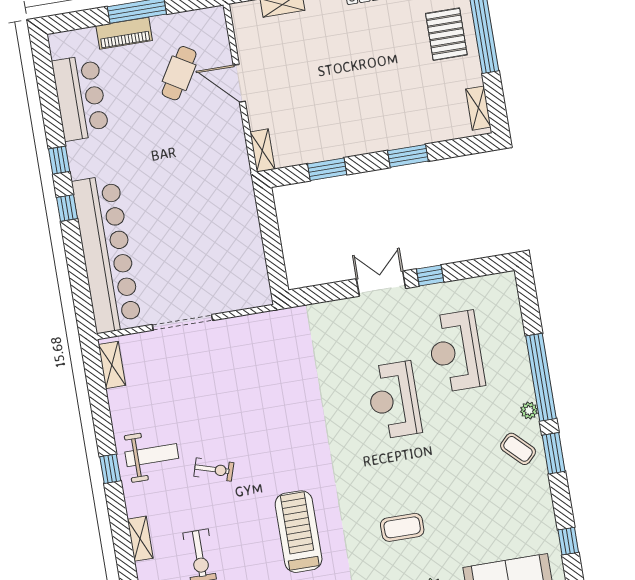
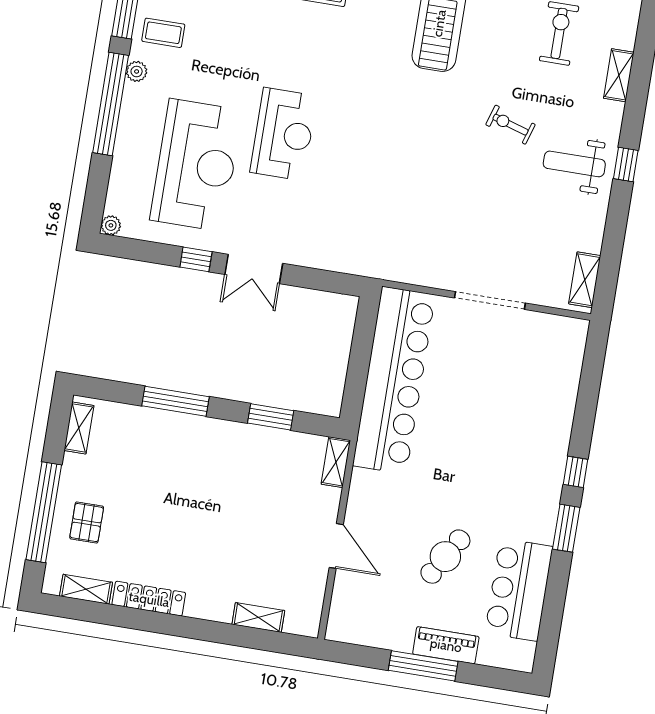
pallet: (446, 34) -> (87, 523), width x0.67, depth x0.71
cafe table: (179, 73) -> (445, 557), moved
window: (408, 156) -> (176, 401), width x1.44
window: (59, 160) -> (566, 528), width x1.50
bar counter: (107, 254) -> (394, 380), moved, turned 180
plant: (508, 280) -> (111, 225), added
reception desk: (456, 351) -> (196, 165), width x1.36, depth x1.30
coffee table: (518, 449) -> (163, 33), turned -45

